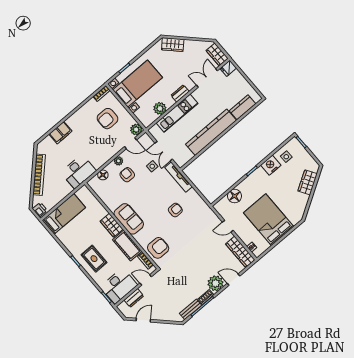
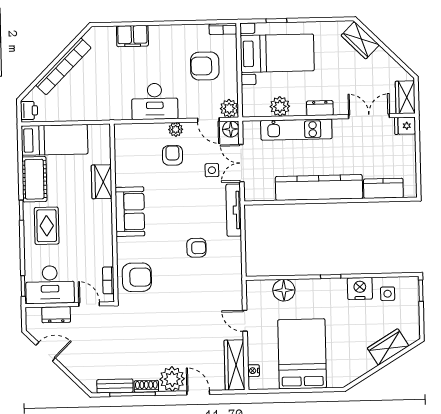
desk: (78, 172) -> (155, 101), moved
floor lamp: (103, 175) -> (231, 129), moved
wardrobe: (112, 225) -> (102, 182), moved
cot: (127, 246) -> (34, 179), moved

